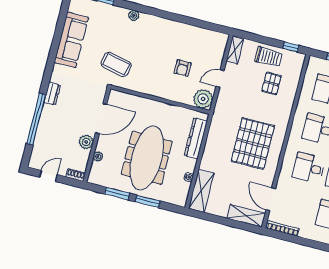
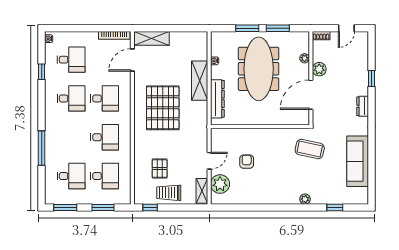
plant: (203, 99) -> (220, 184), moved
window: (36, 119) -> (372, 78), width x0.32
shelving: (201, 191) -> (200, 81), moved
door: (271, 199) -> (132, 60), swing flipped

